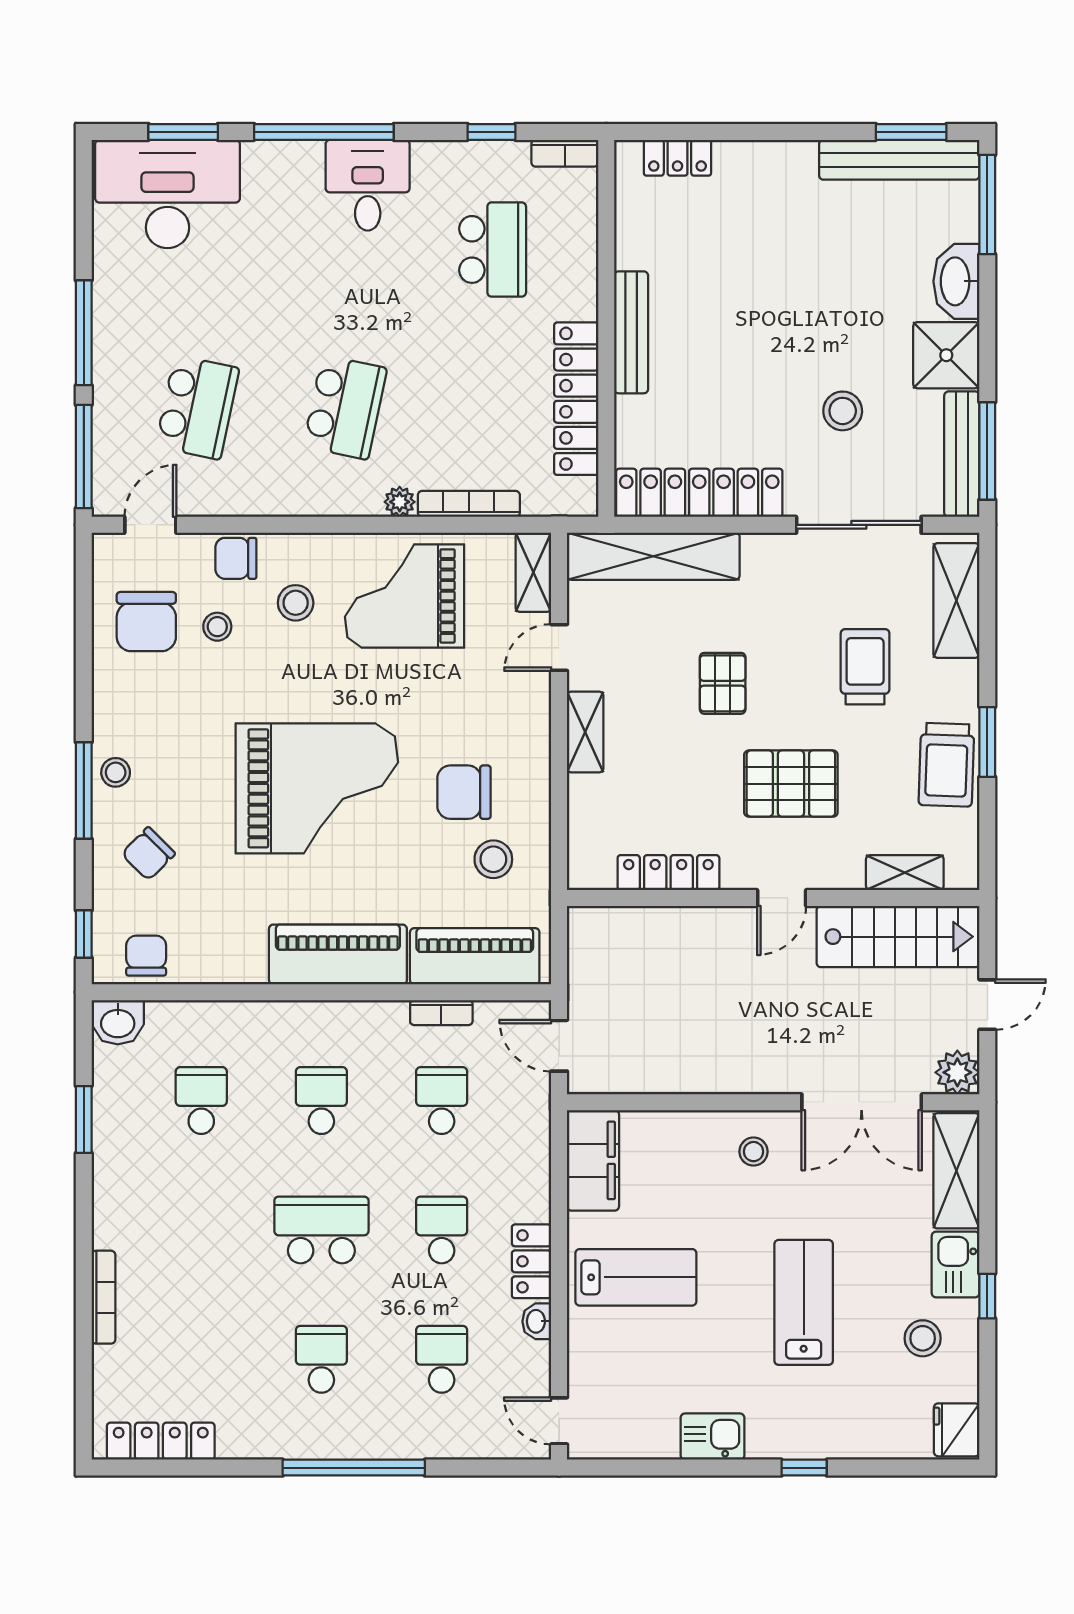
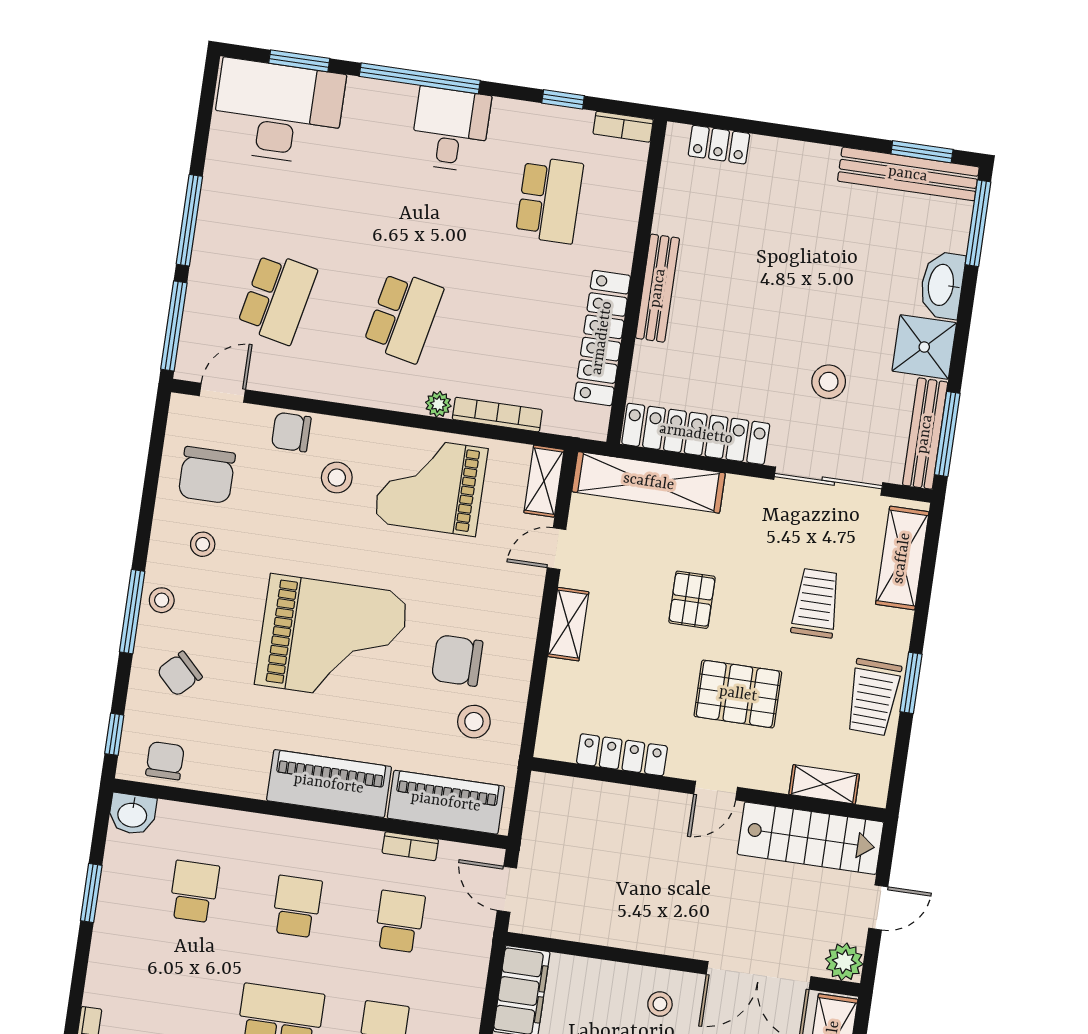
stool: (217, 627) -> (203, 544), moved

